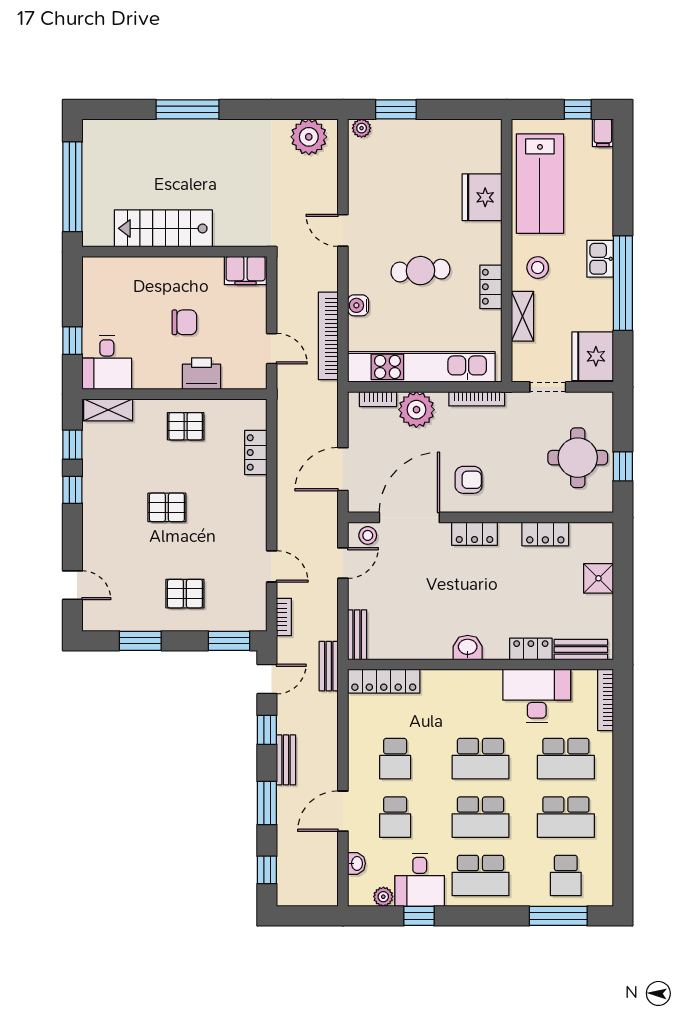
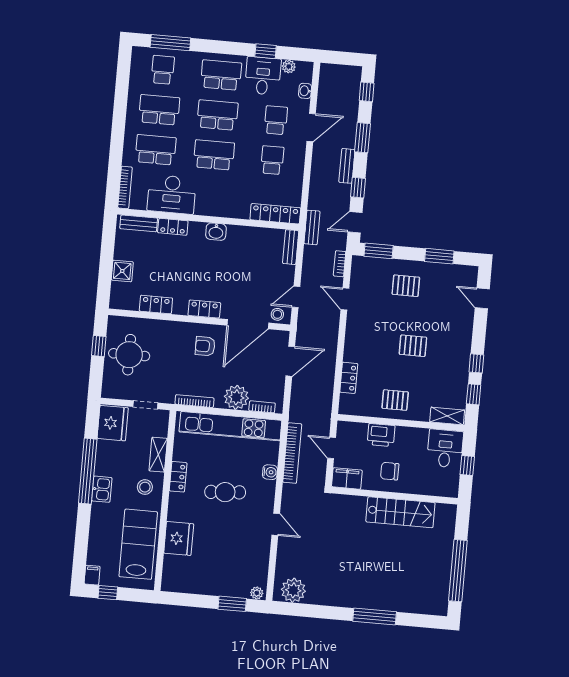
stairs: (163, 228) -> (400, 512), moved
wall: (174, 252) -> (394, 496), moved
filing cabinet: (246, 271) -> (347, 478), moved

